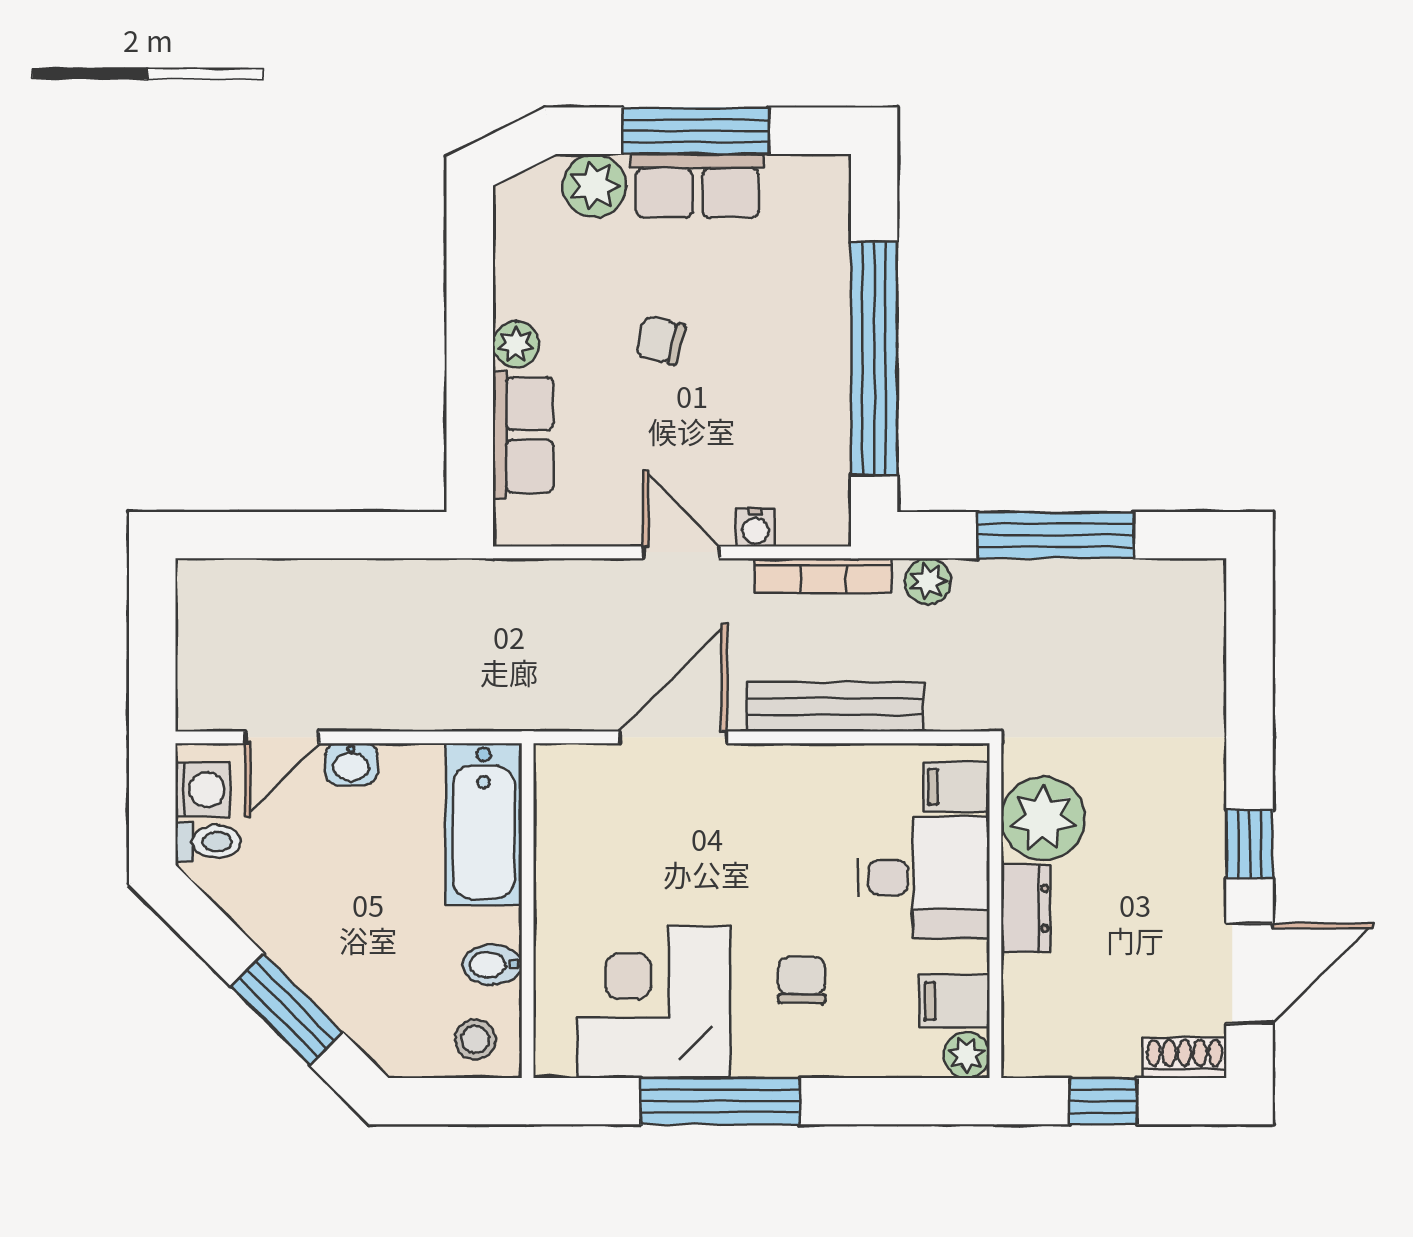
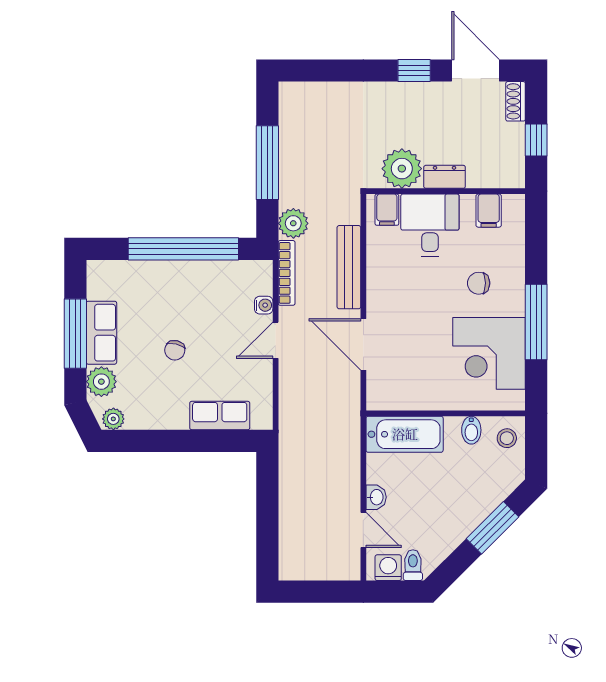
plant: (516, 344) -> (113, 419), moved
plant: (928, 581) -> (293, 223), width x1.38, depth x1.38
plant: (967, 1055) -> (514, 205), removed

